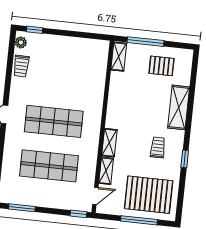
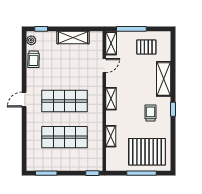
shelving: (73, 45) -> (73, 37), added
shelving: (109, 143) -> (111, 99), moved
window: (185, 159) -> (173, 109), moved
door: (95, 196) -> (104, 66), moved

